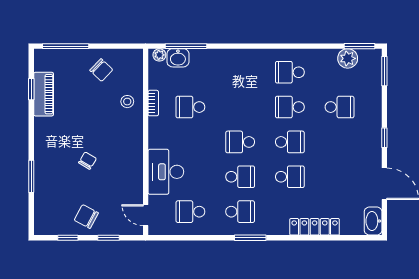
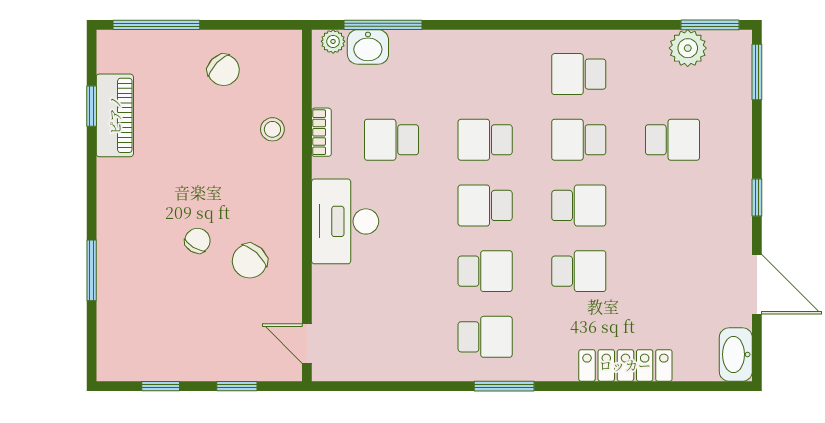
desk: (166, 172) -> (345, 221), moved
school desk: (190, 212) -> (485, 140), moved
chair: (86, 217) -> (250, 261), moved, turned -76

